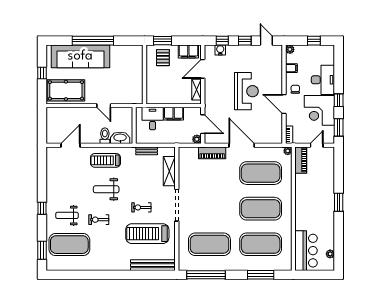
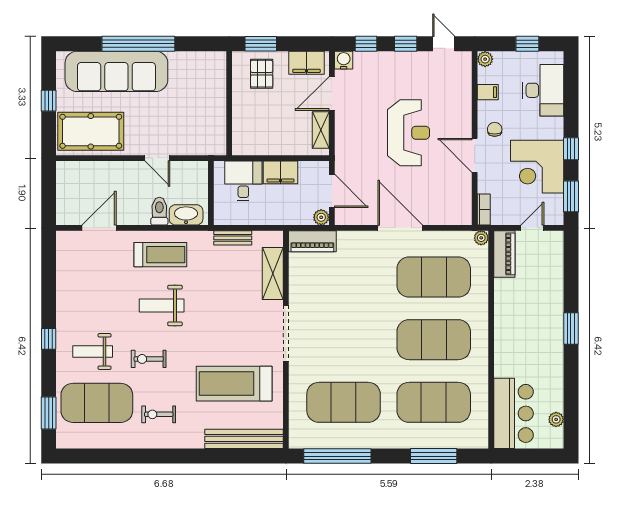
water cooler: (220, 50) -> (344, 60), moved
desk: (323, 80) -> (543, 90), moved
piano: (212, 153) -> (312, 241), moved
treadmill: (105, 160) -> (160, 255), turned 180
exercise bike: (141, 207) -> (159, 414), moved

